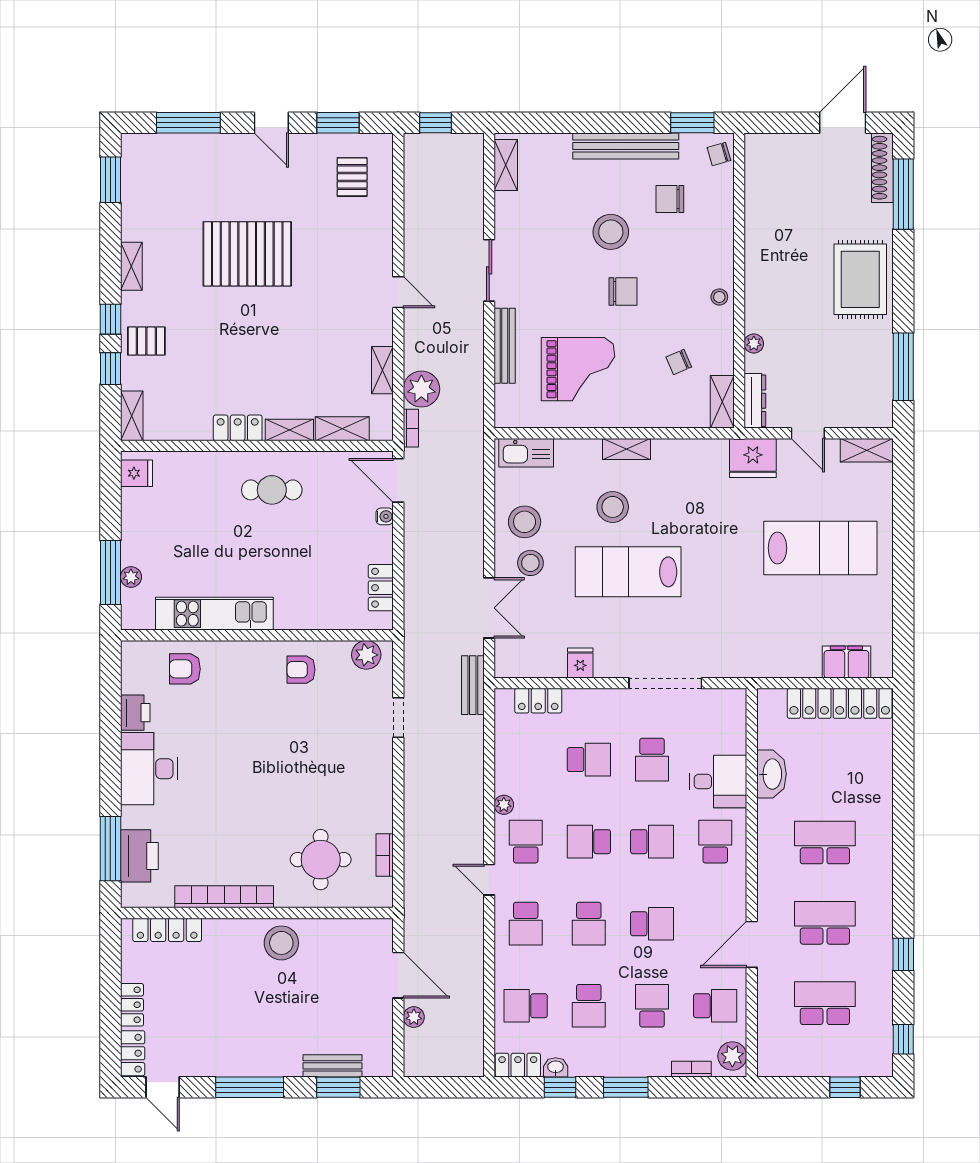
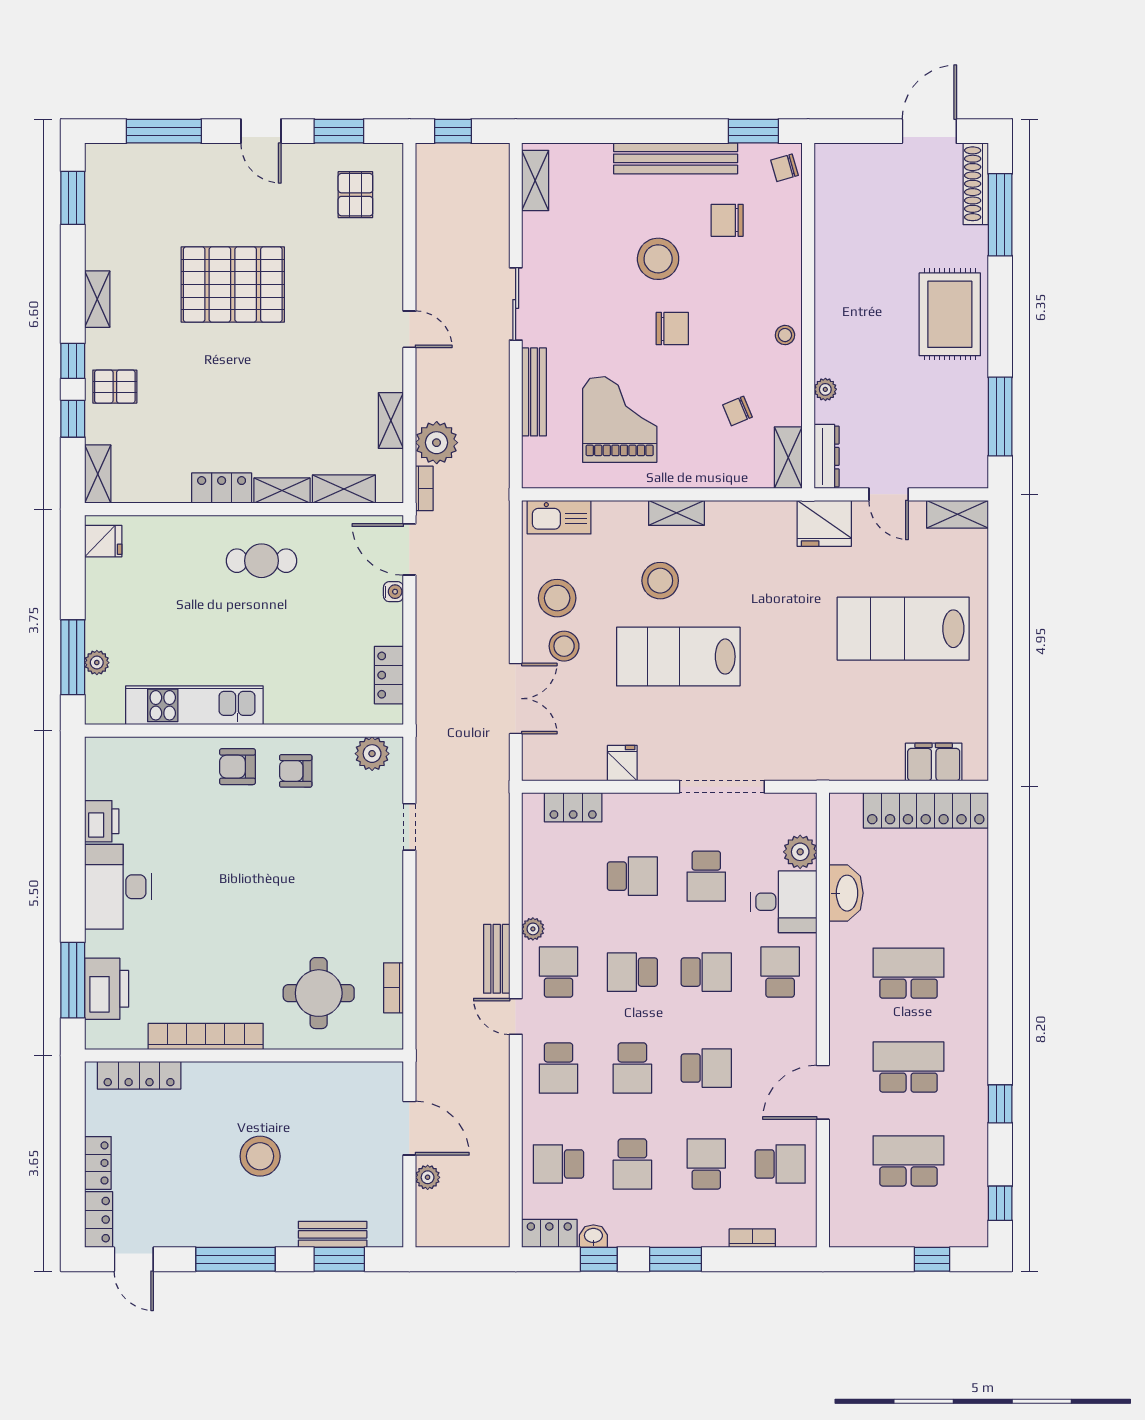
grand piano: (578, 369) -> (620, 420), turned -90
lab bench: (820, 548) -> (903, 629), turned 180
armchair: (185, 669) -> (237, 767), moved
bench: (473, 685) -> (497, 959), moved
stool: (281, 943) -> (260, 1156), moved
plant: (732, 1056) -> (800, 852), moved

